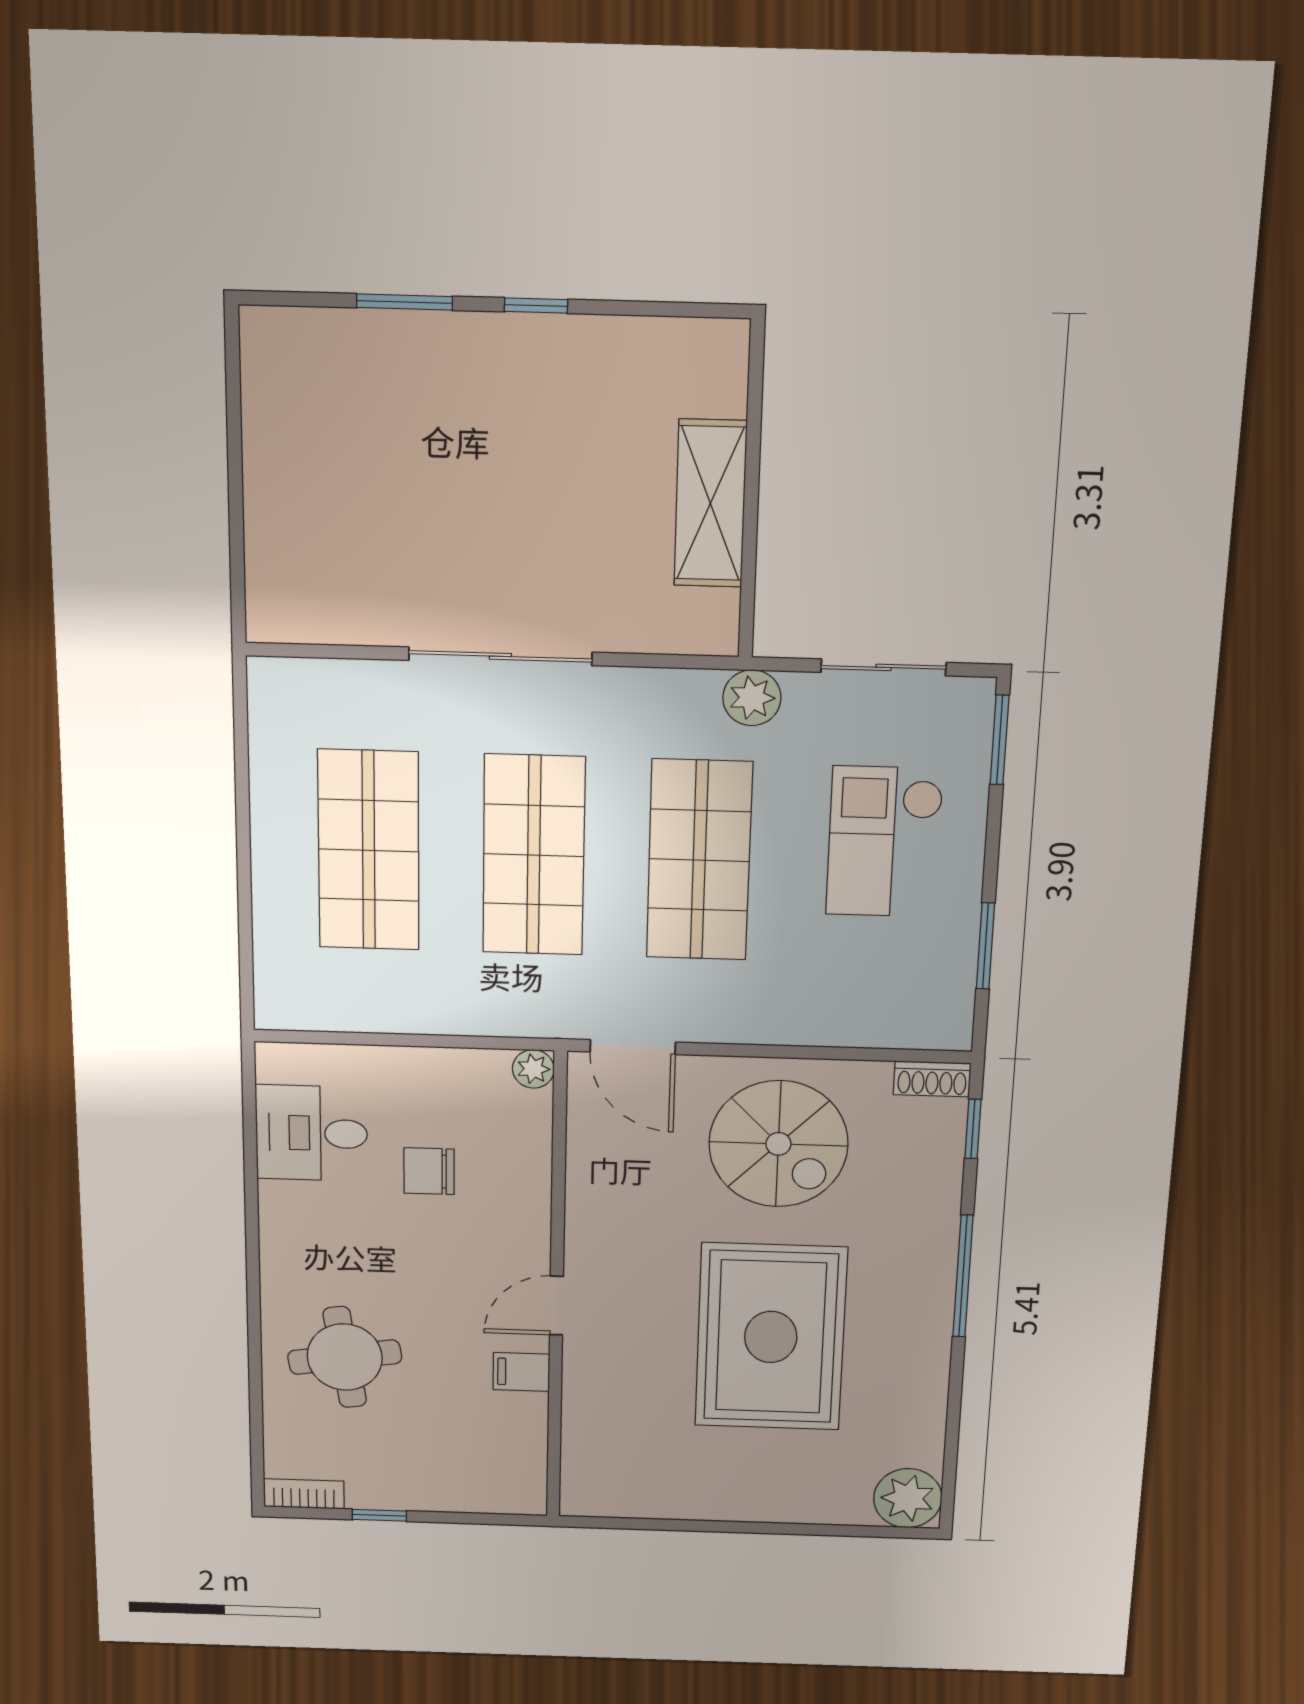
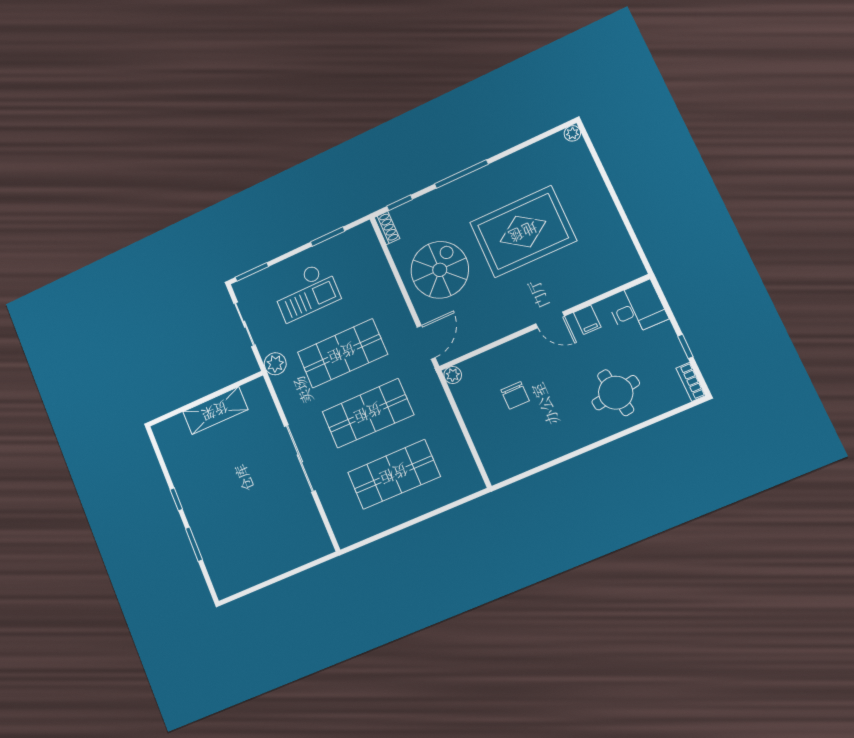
desk: (312, 1133) -> (637, 308), moved, turned -90
plant: (908, 1498) -> (572, 133), width x0.53, depth x0.53

